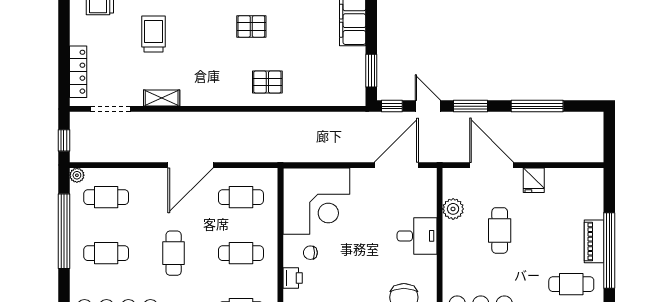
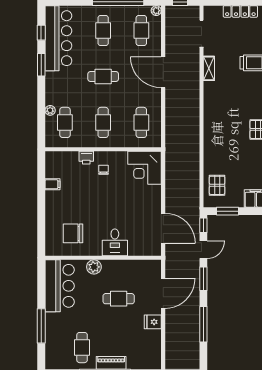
locker: (78, 72) -> (240, 11), moved
pallet: (267, 82) -> (217, 185), moved
door: (190, 165) -> (163, 72), moved
corner desk: (316, 201) -> (145, 168), width x0.74, depth x0.74
plant: (453, 209) -> (94, 267), moved

